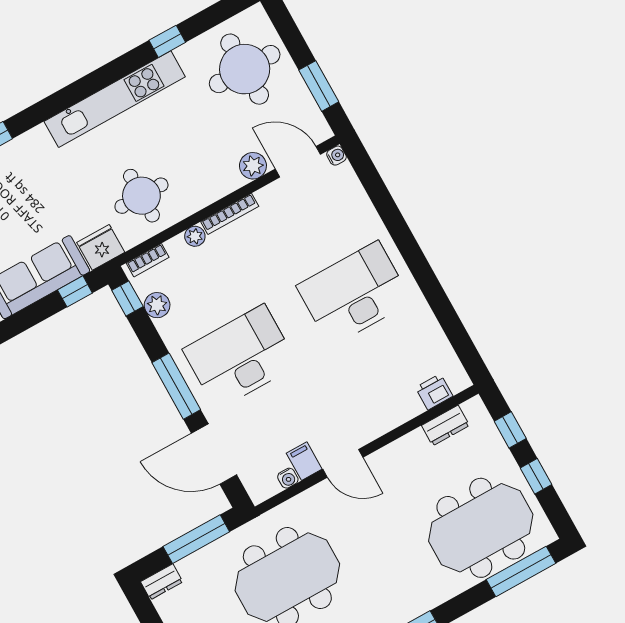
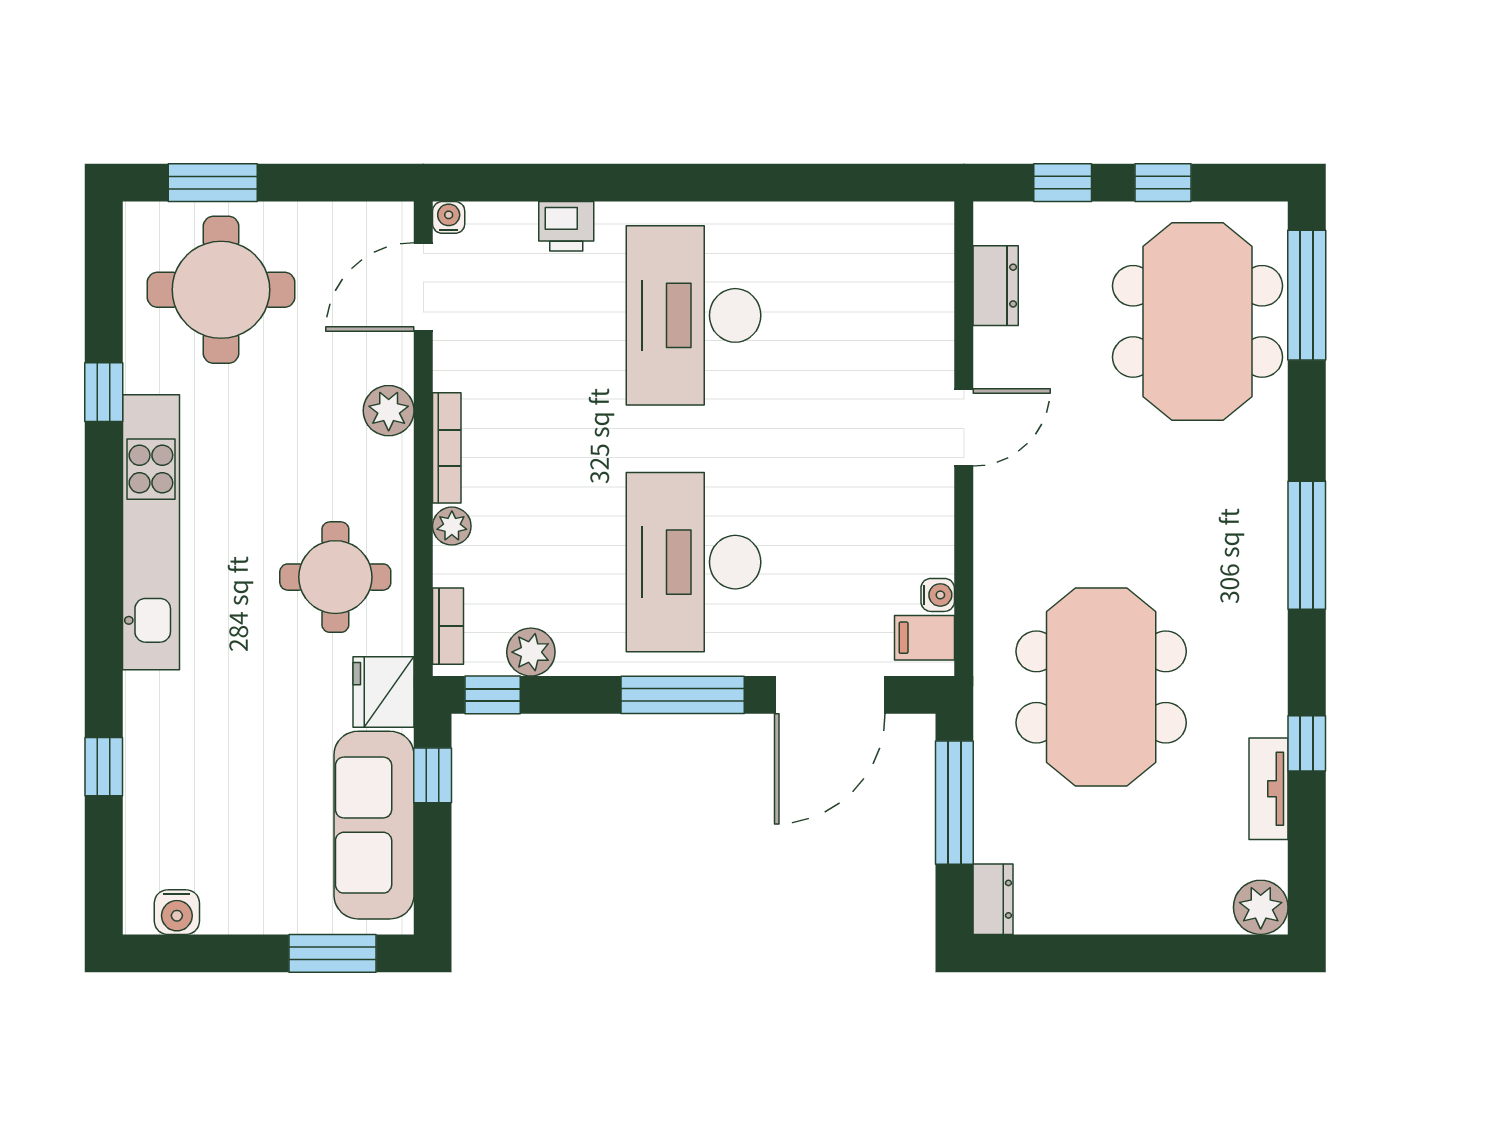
window: (319, 86) -> (213, 183), moved
plant: (253, 166) -> (389, 411), moved
printer: (434, 392) -> (566, 226), moved, turned -90
filing cabinet: (304, 461) -> (924, 638), moved
door: (343, 463) -> (964, 427), moved

